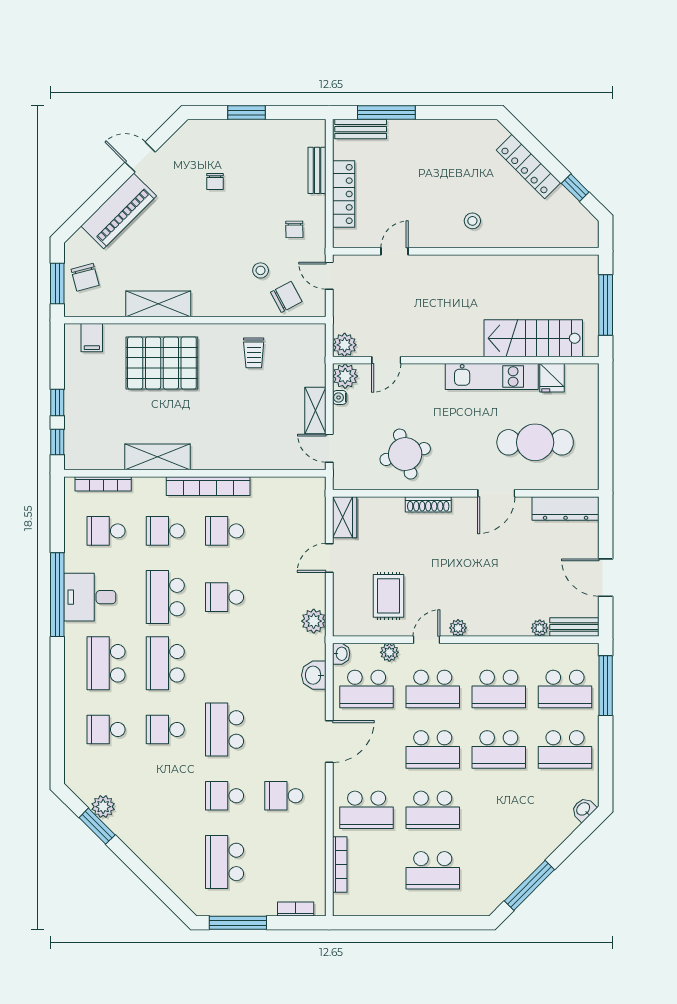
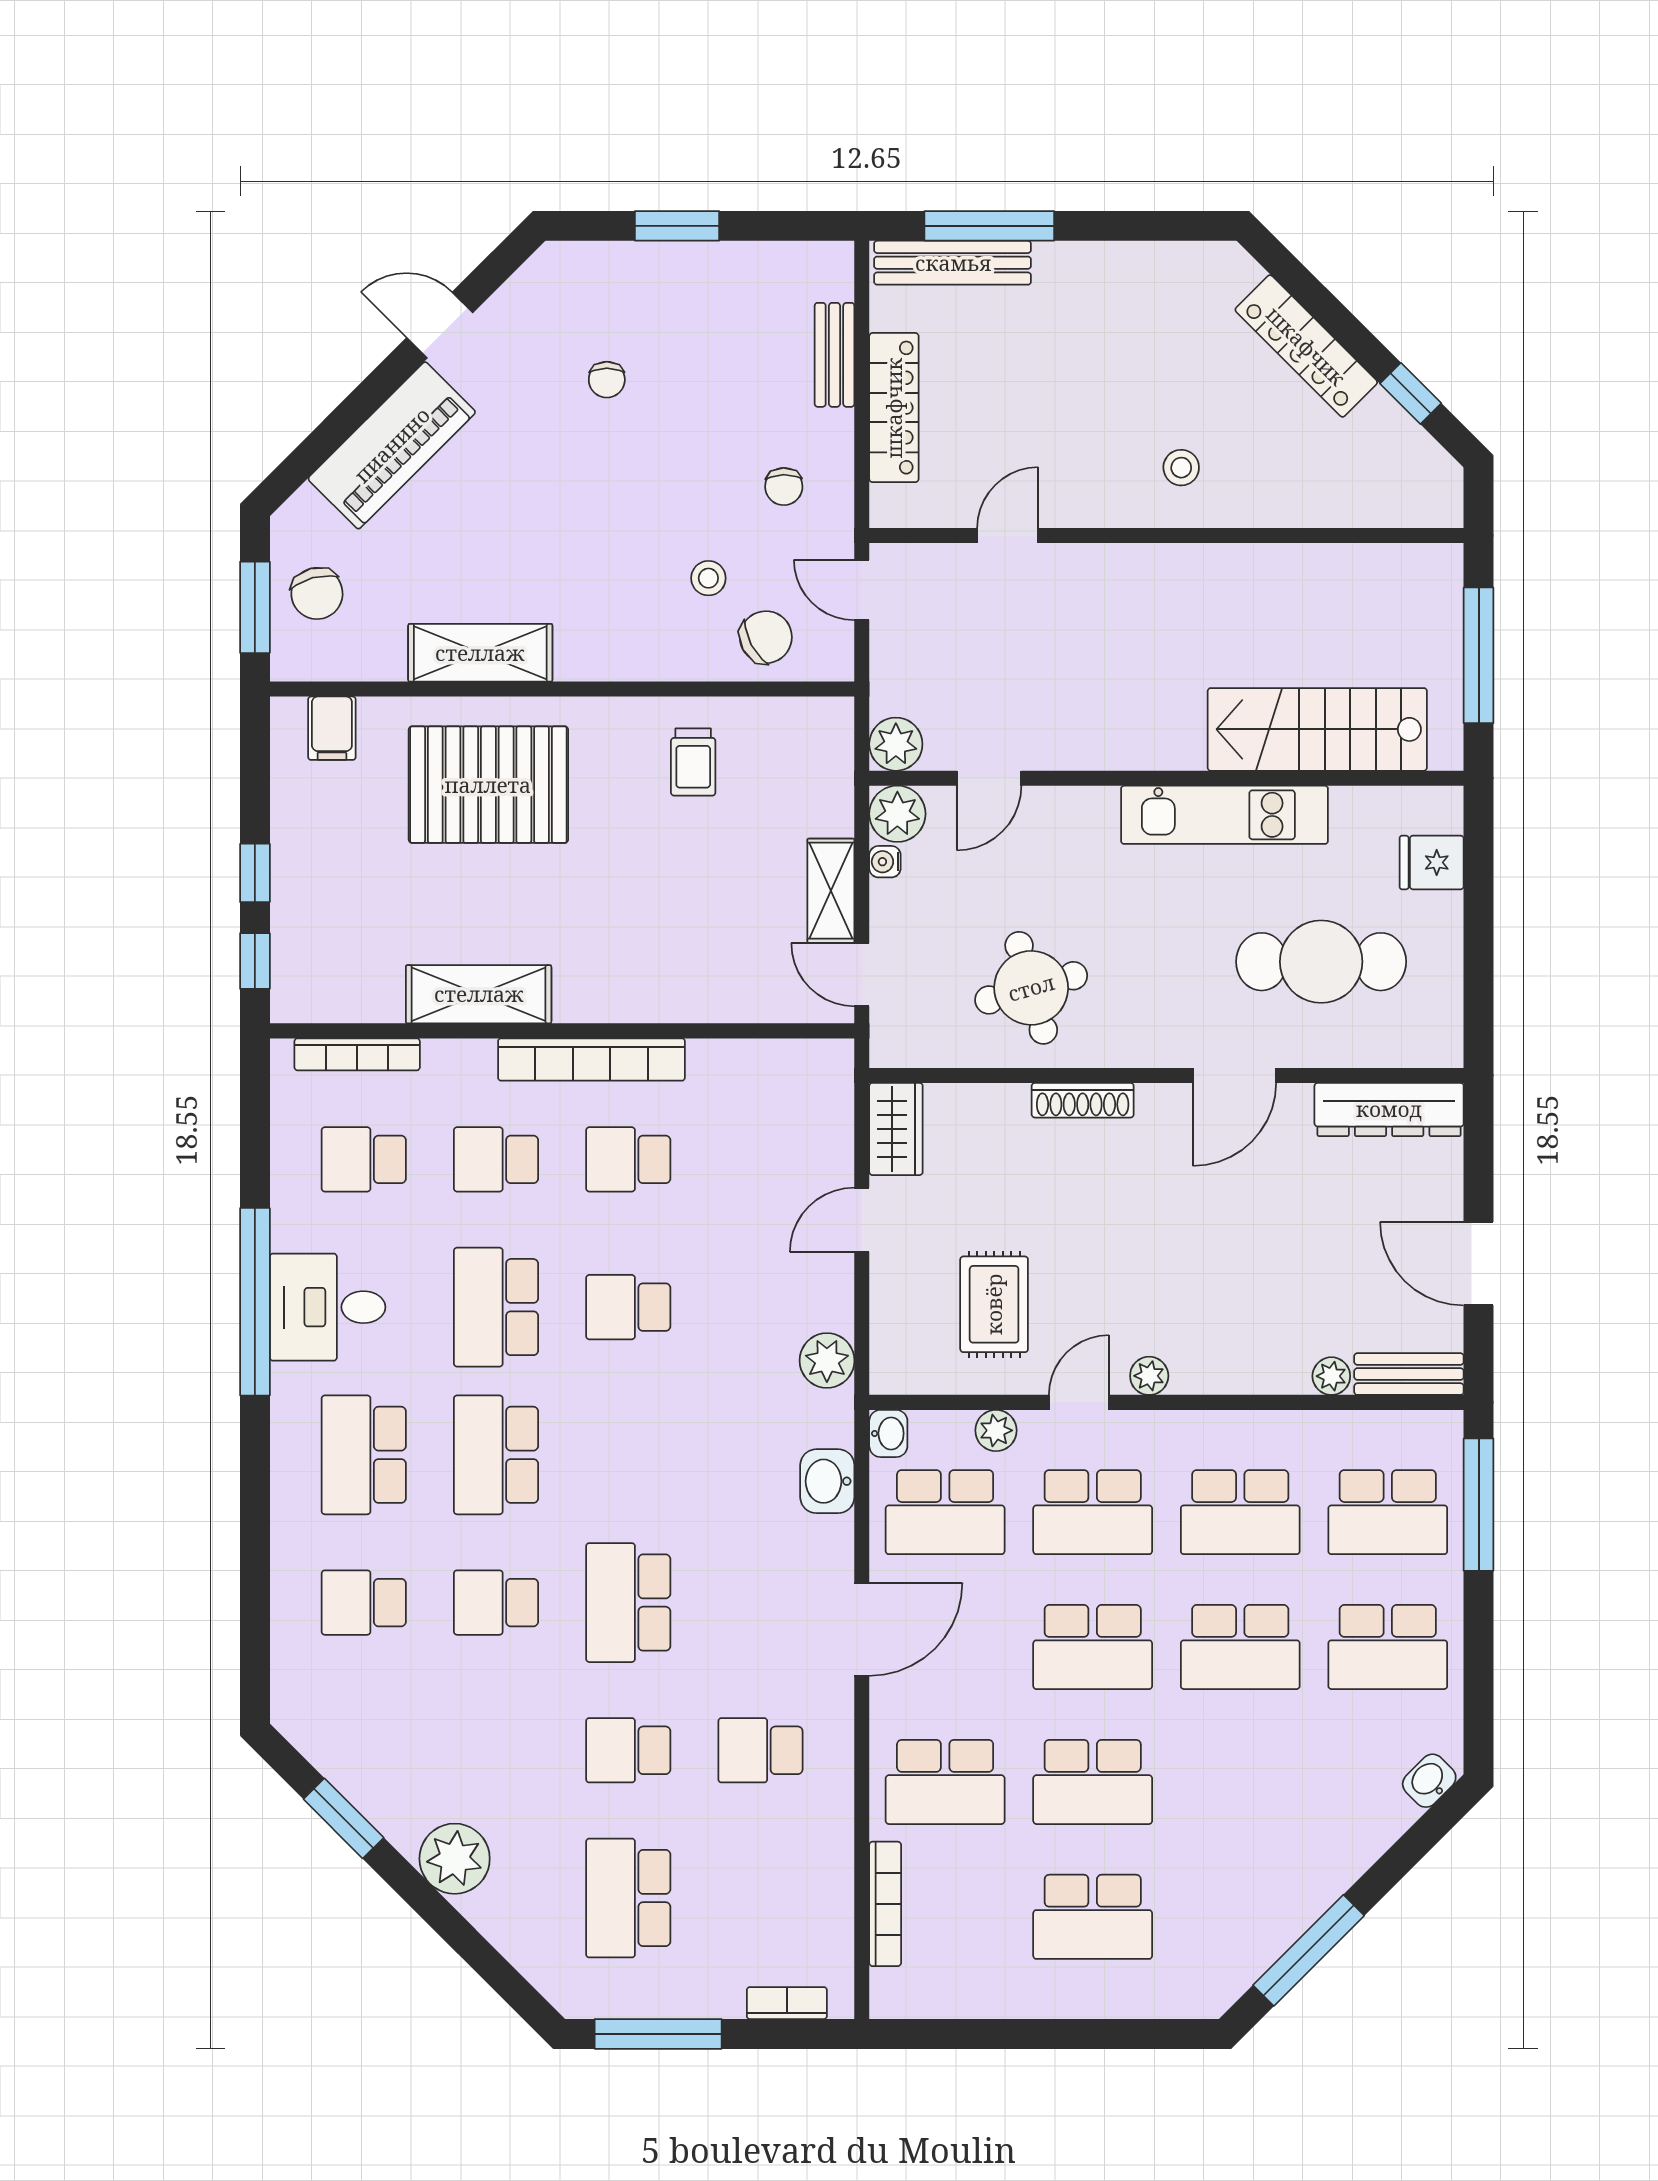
bench: (361, 129) -> (953, 263), width x1.36
fridge: (552, 378) -> (1432, 862), moved, turned 90
plant: (103, 807) -> (455, 1859), moved, width x1.36, depth x1.36

